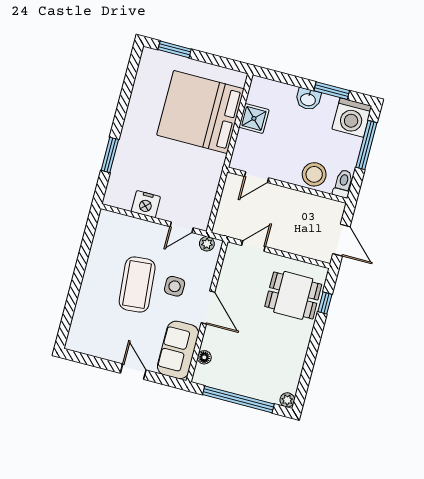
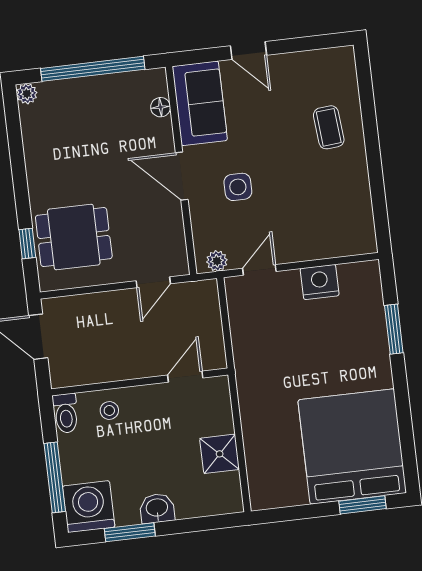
bed: (200, 112) -> (352, 446), moved, turned -90
stool: (314, 174) -> (109, 410), width x0.53, depth x0.53
coffee table: (137, 284) -> (329, 127), moved, width x0.54, depth x0.58

